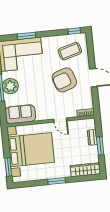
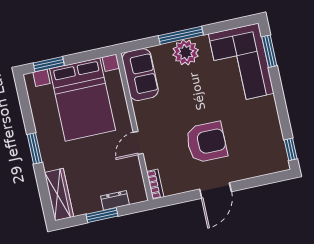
window: (27, 36) -> (269, 51), moved
coffee table: (70, 51) -> (256, 146), removed
armchair: (64, 80) -> (206, 142), turned 109

